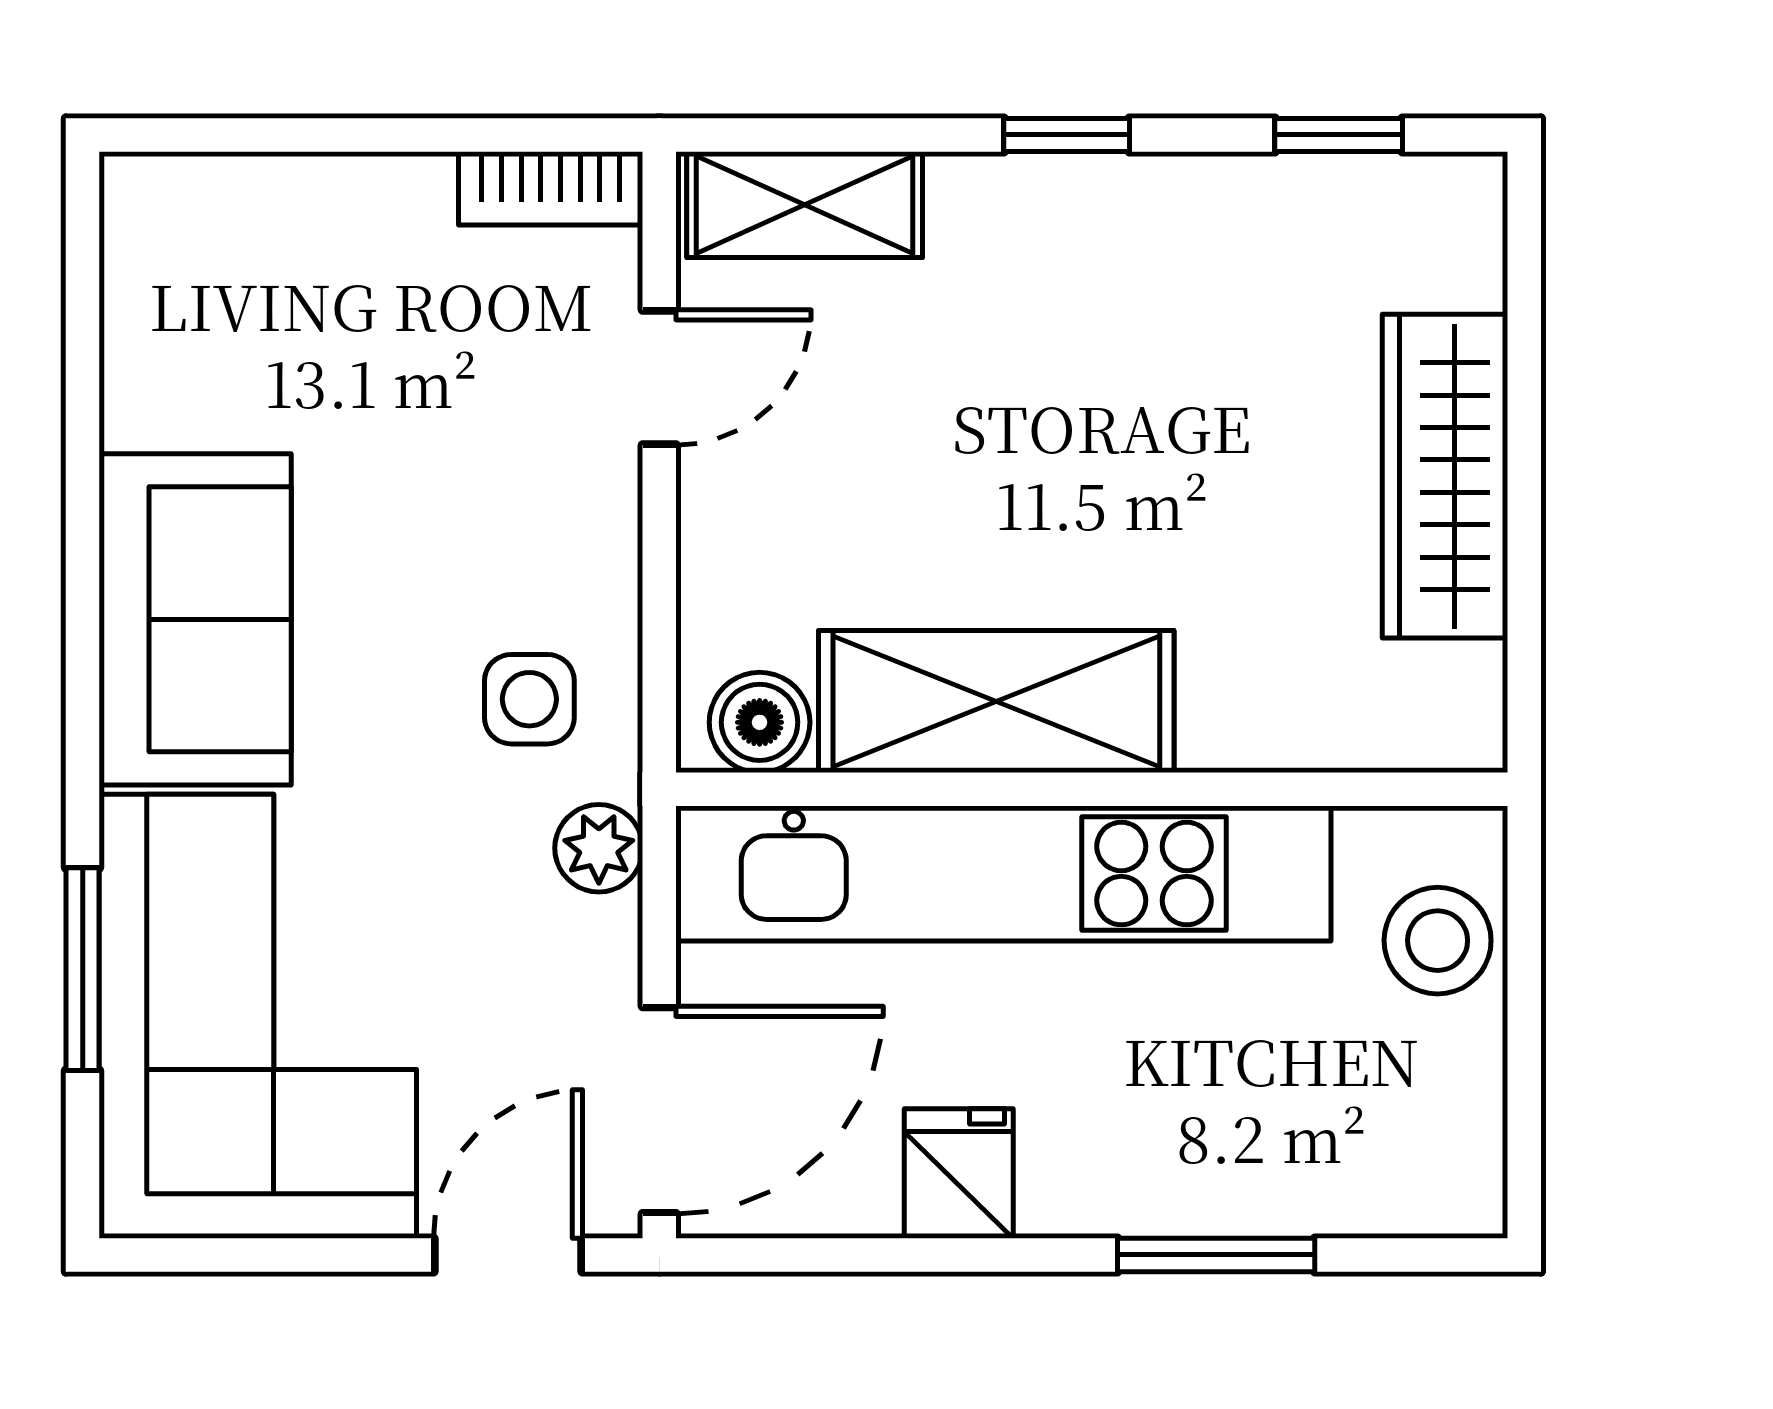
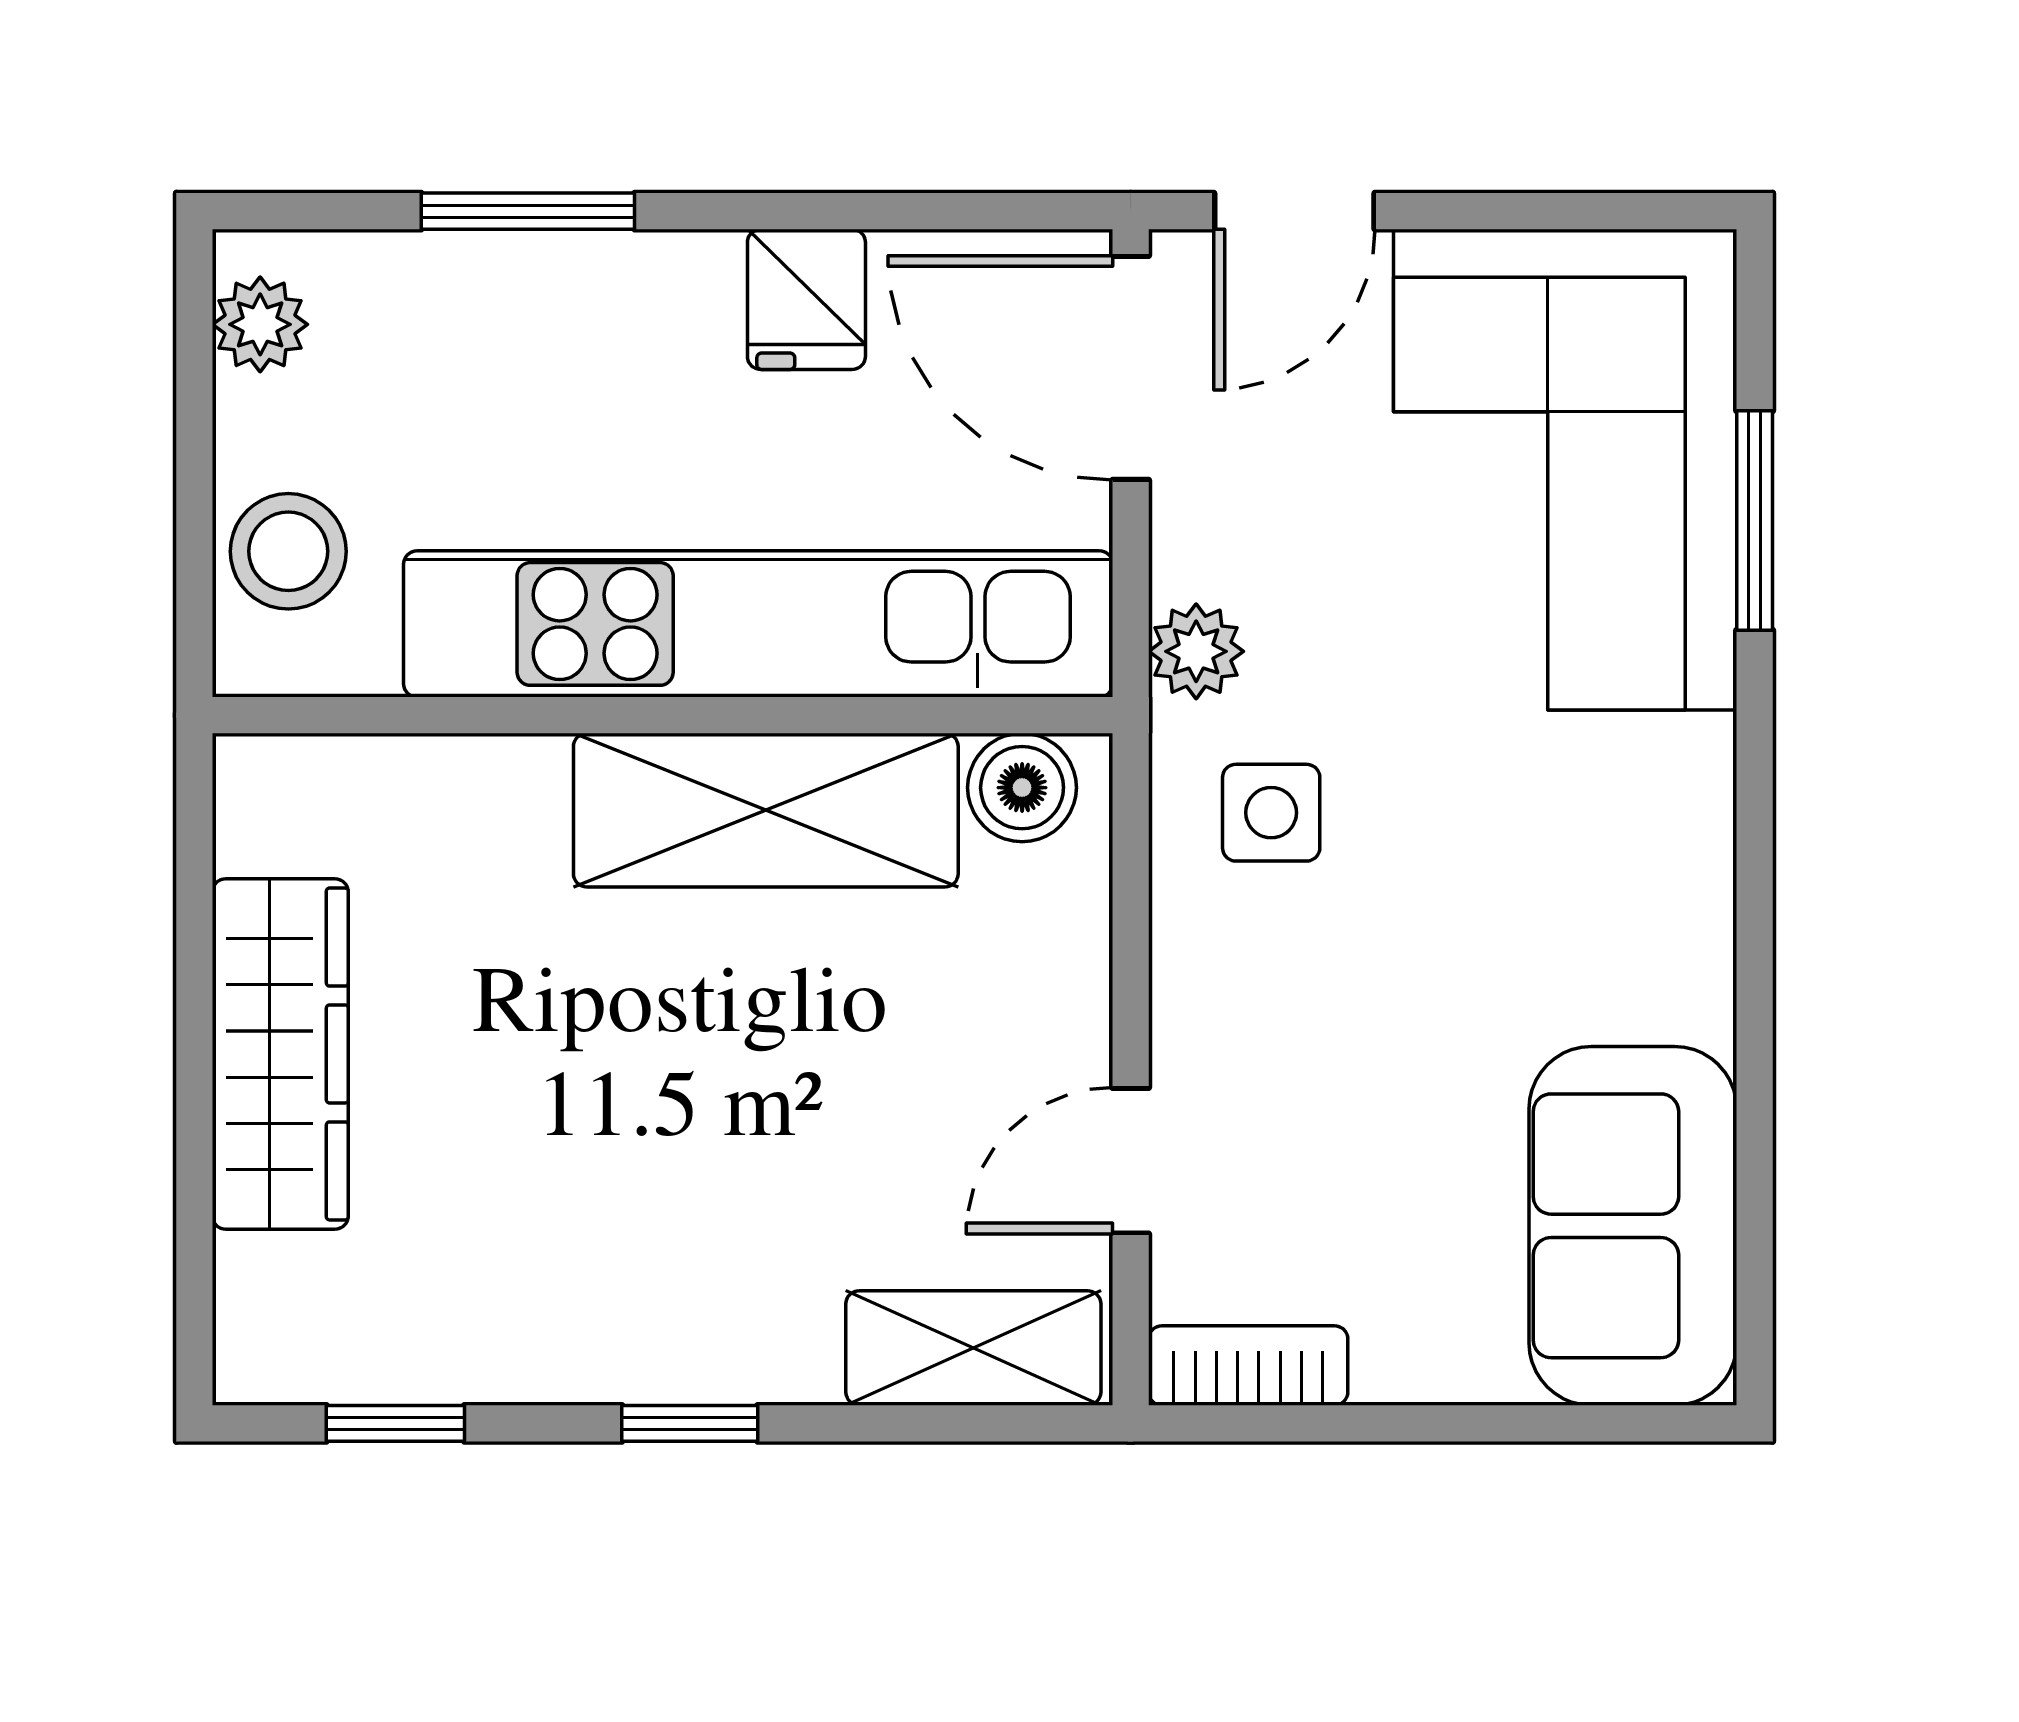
sofa: (195, 619) -> (1633, 1226), moved
door: (659, 1110) -> (1131, 368), hinge flipped
plant: (1464, 1150) -> (260, 324), added

